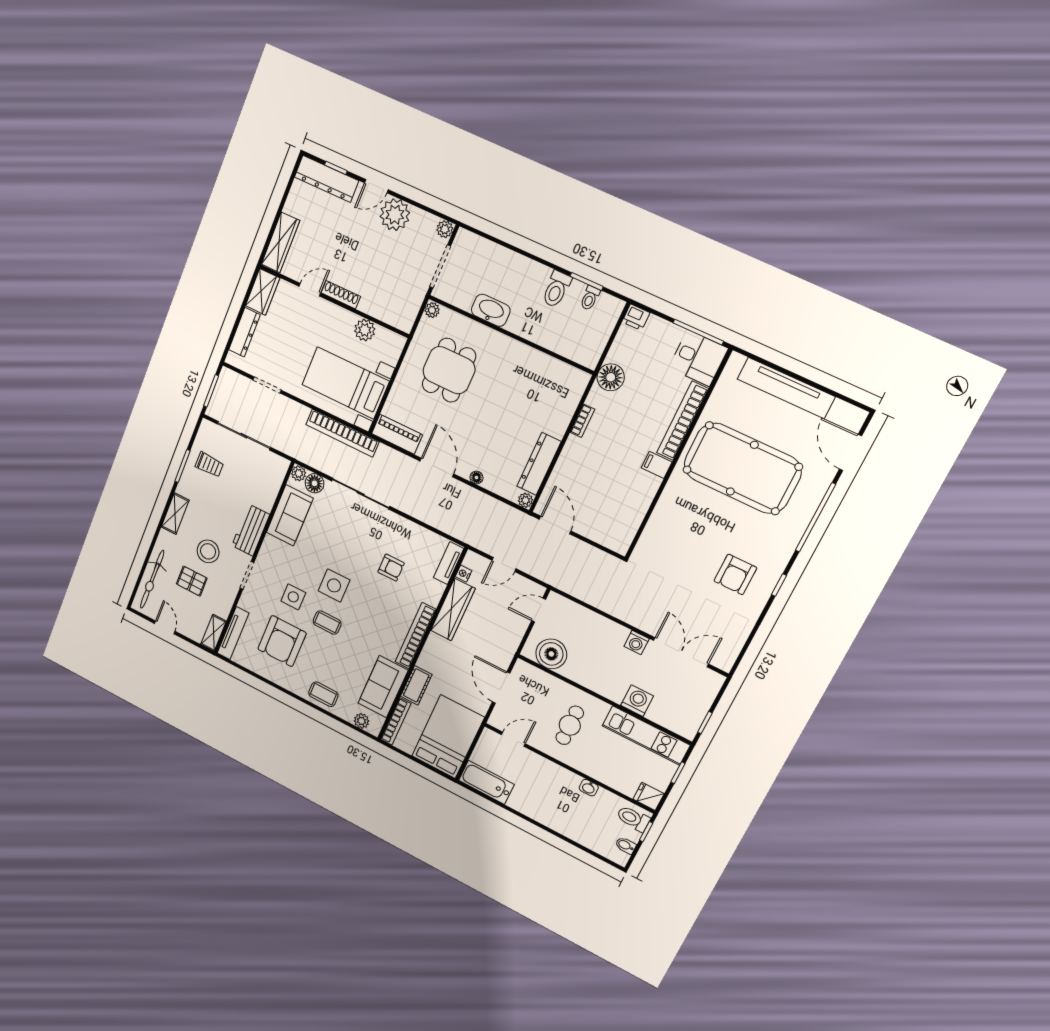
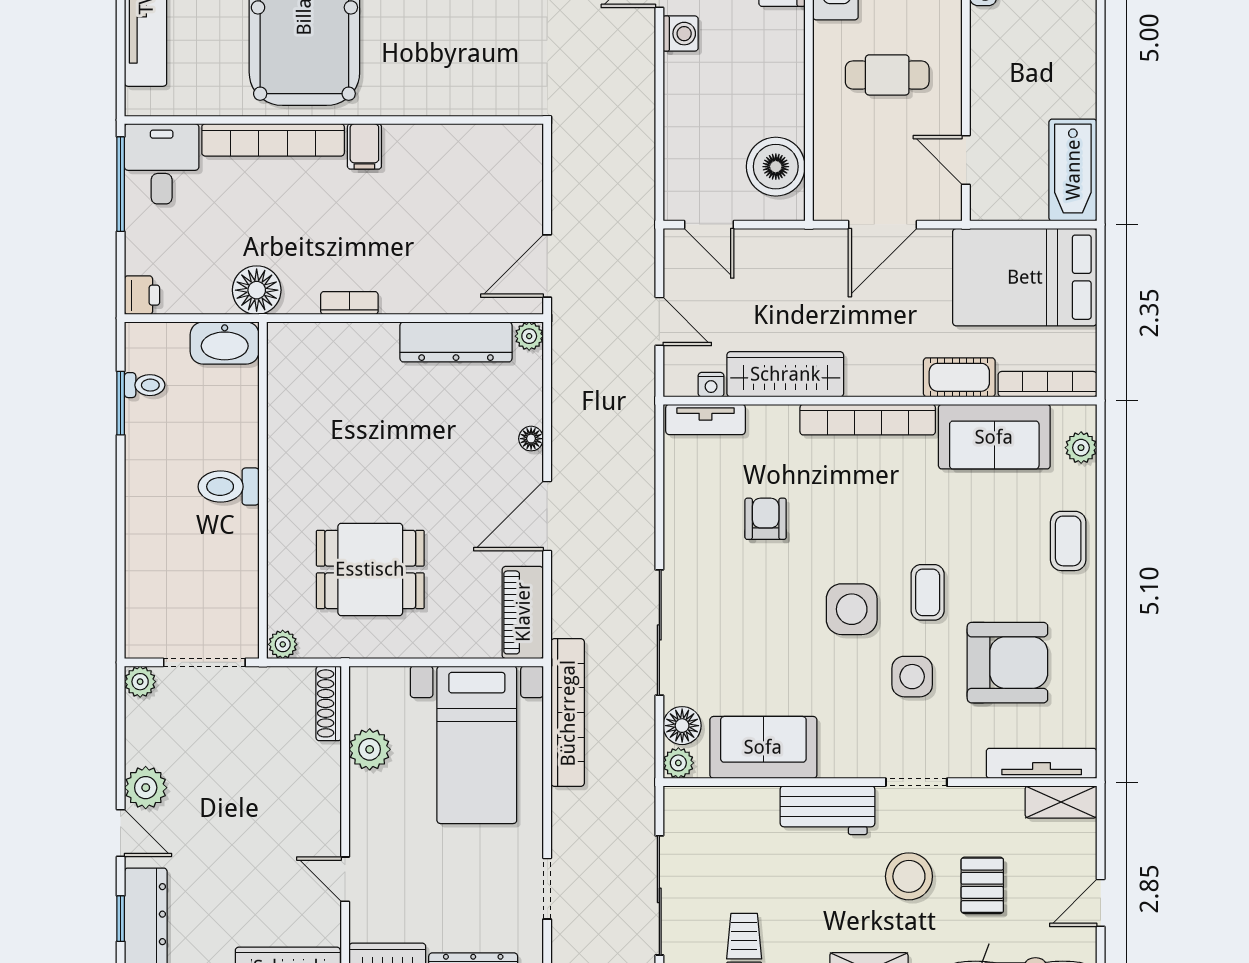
plant: (395, 215) -> (146, 788), width x0.73, depth x0.73
toilet: (556, 289) -> (229, 487), moved, turned 180
shoe rack: (341, 295) -> (329, 703), moved
washbasin: (491, 310) -> (225, 343), moved, turned -90

